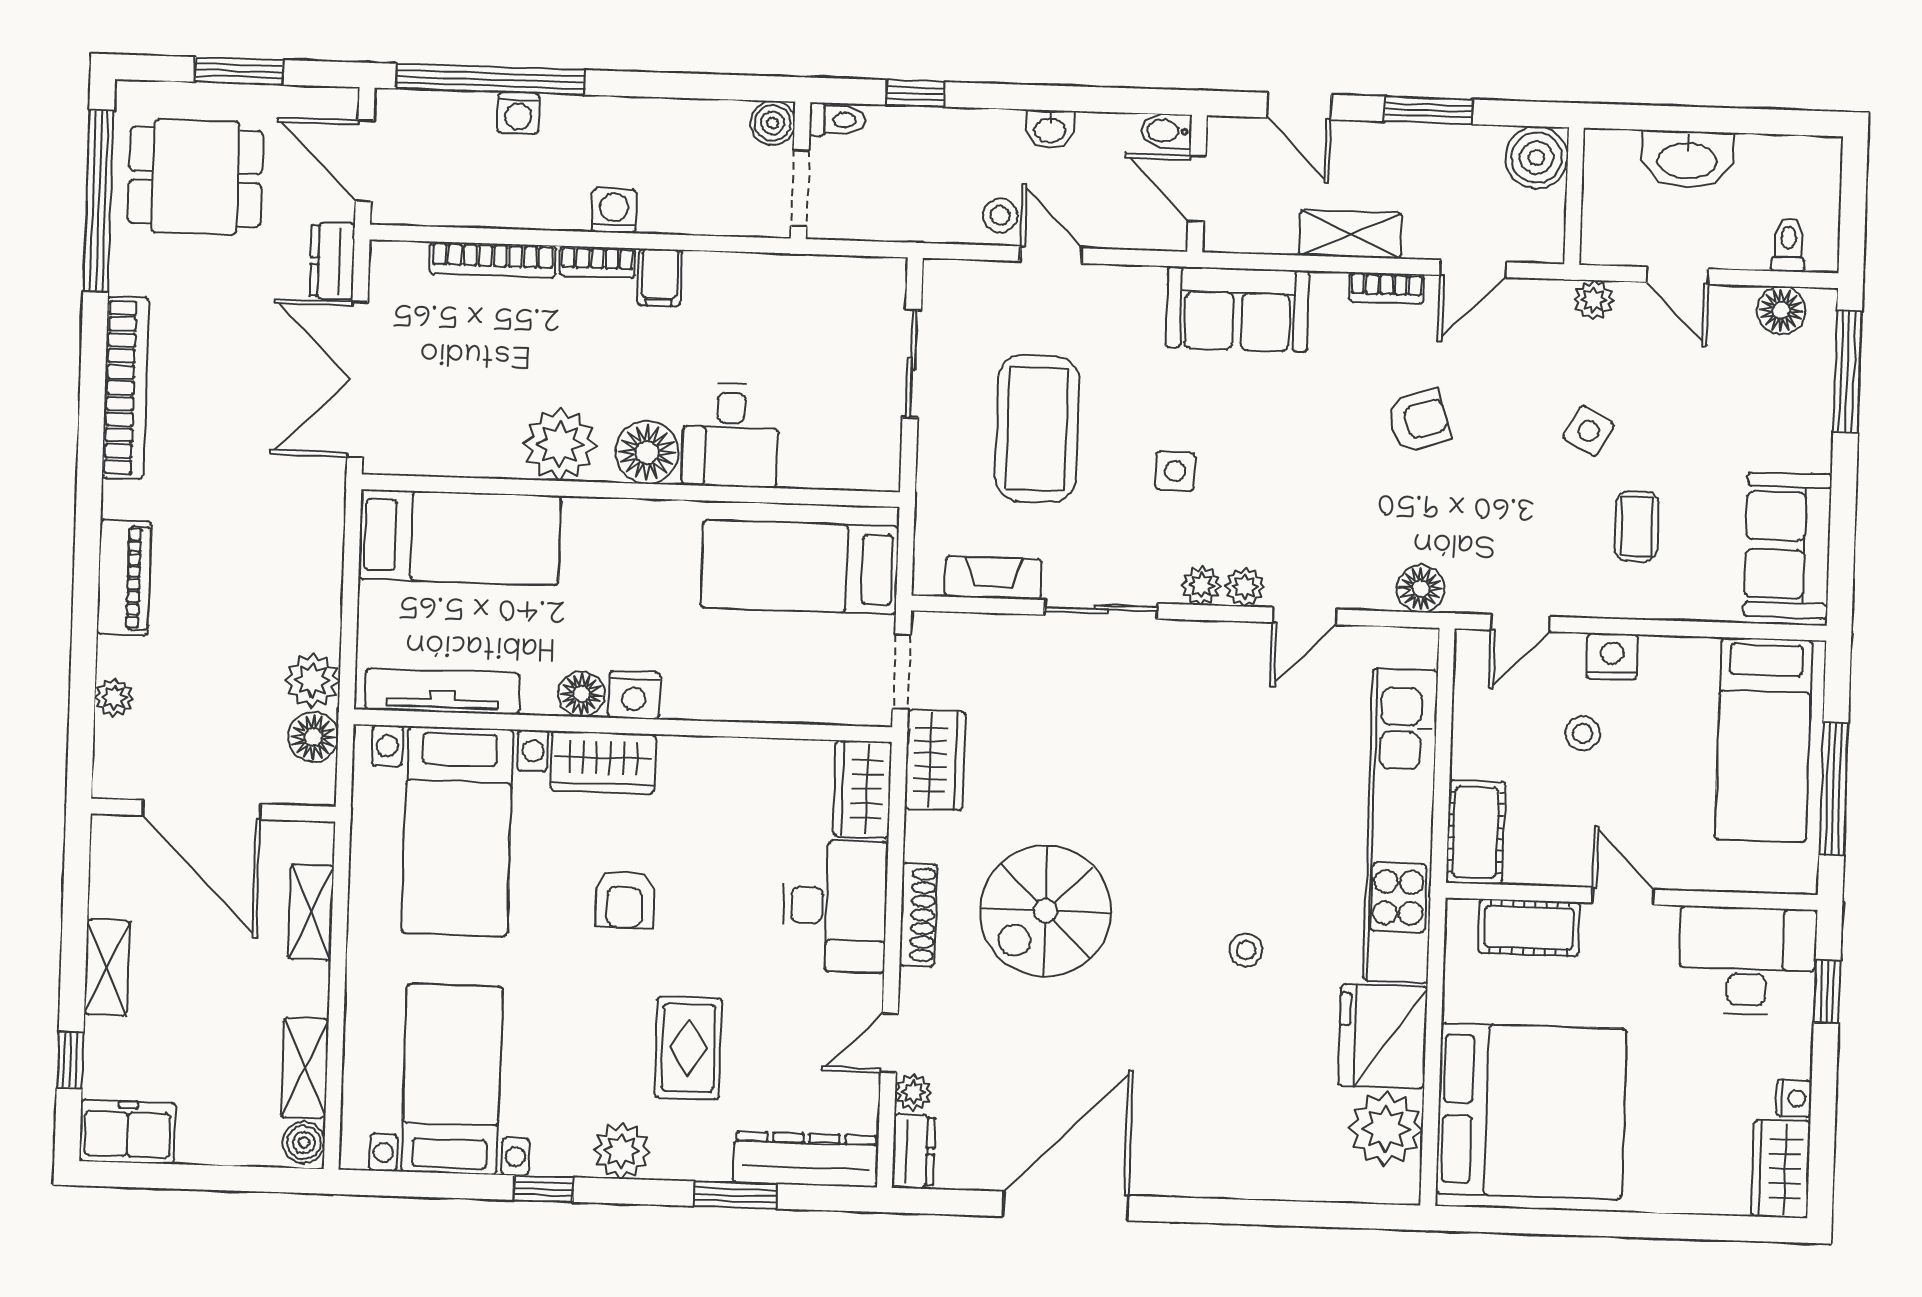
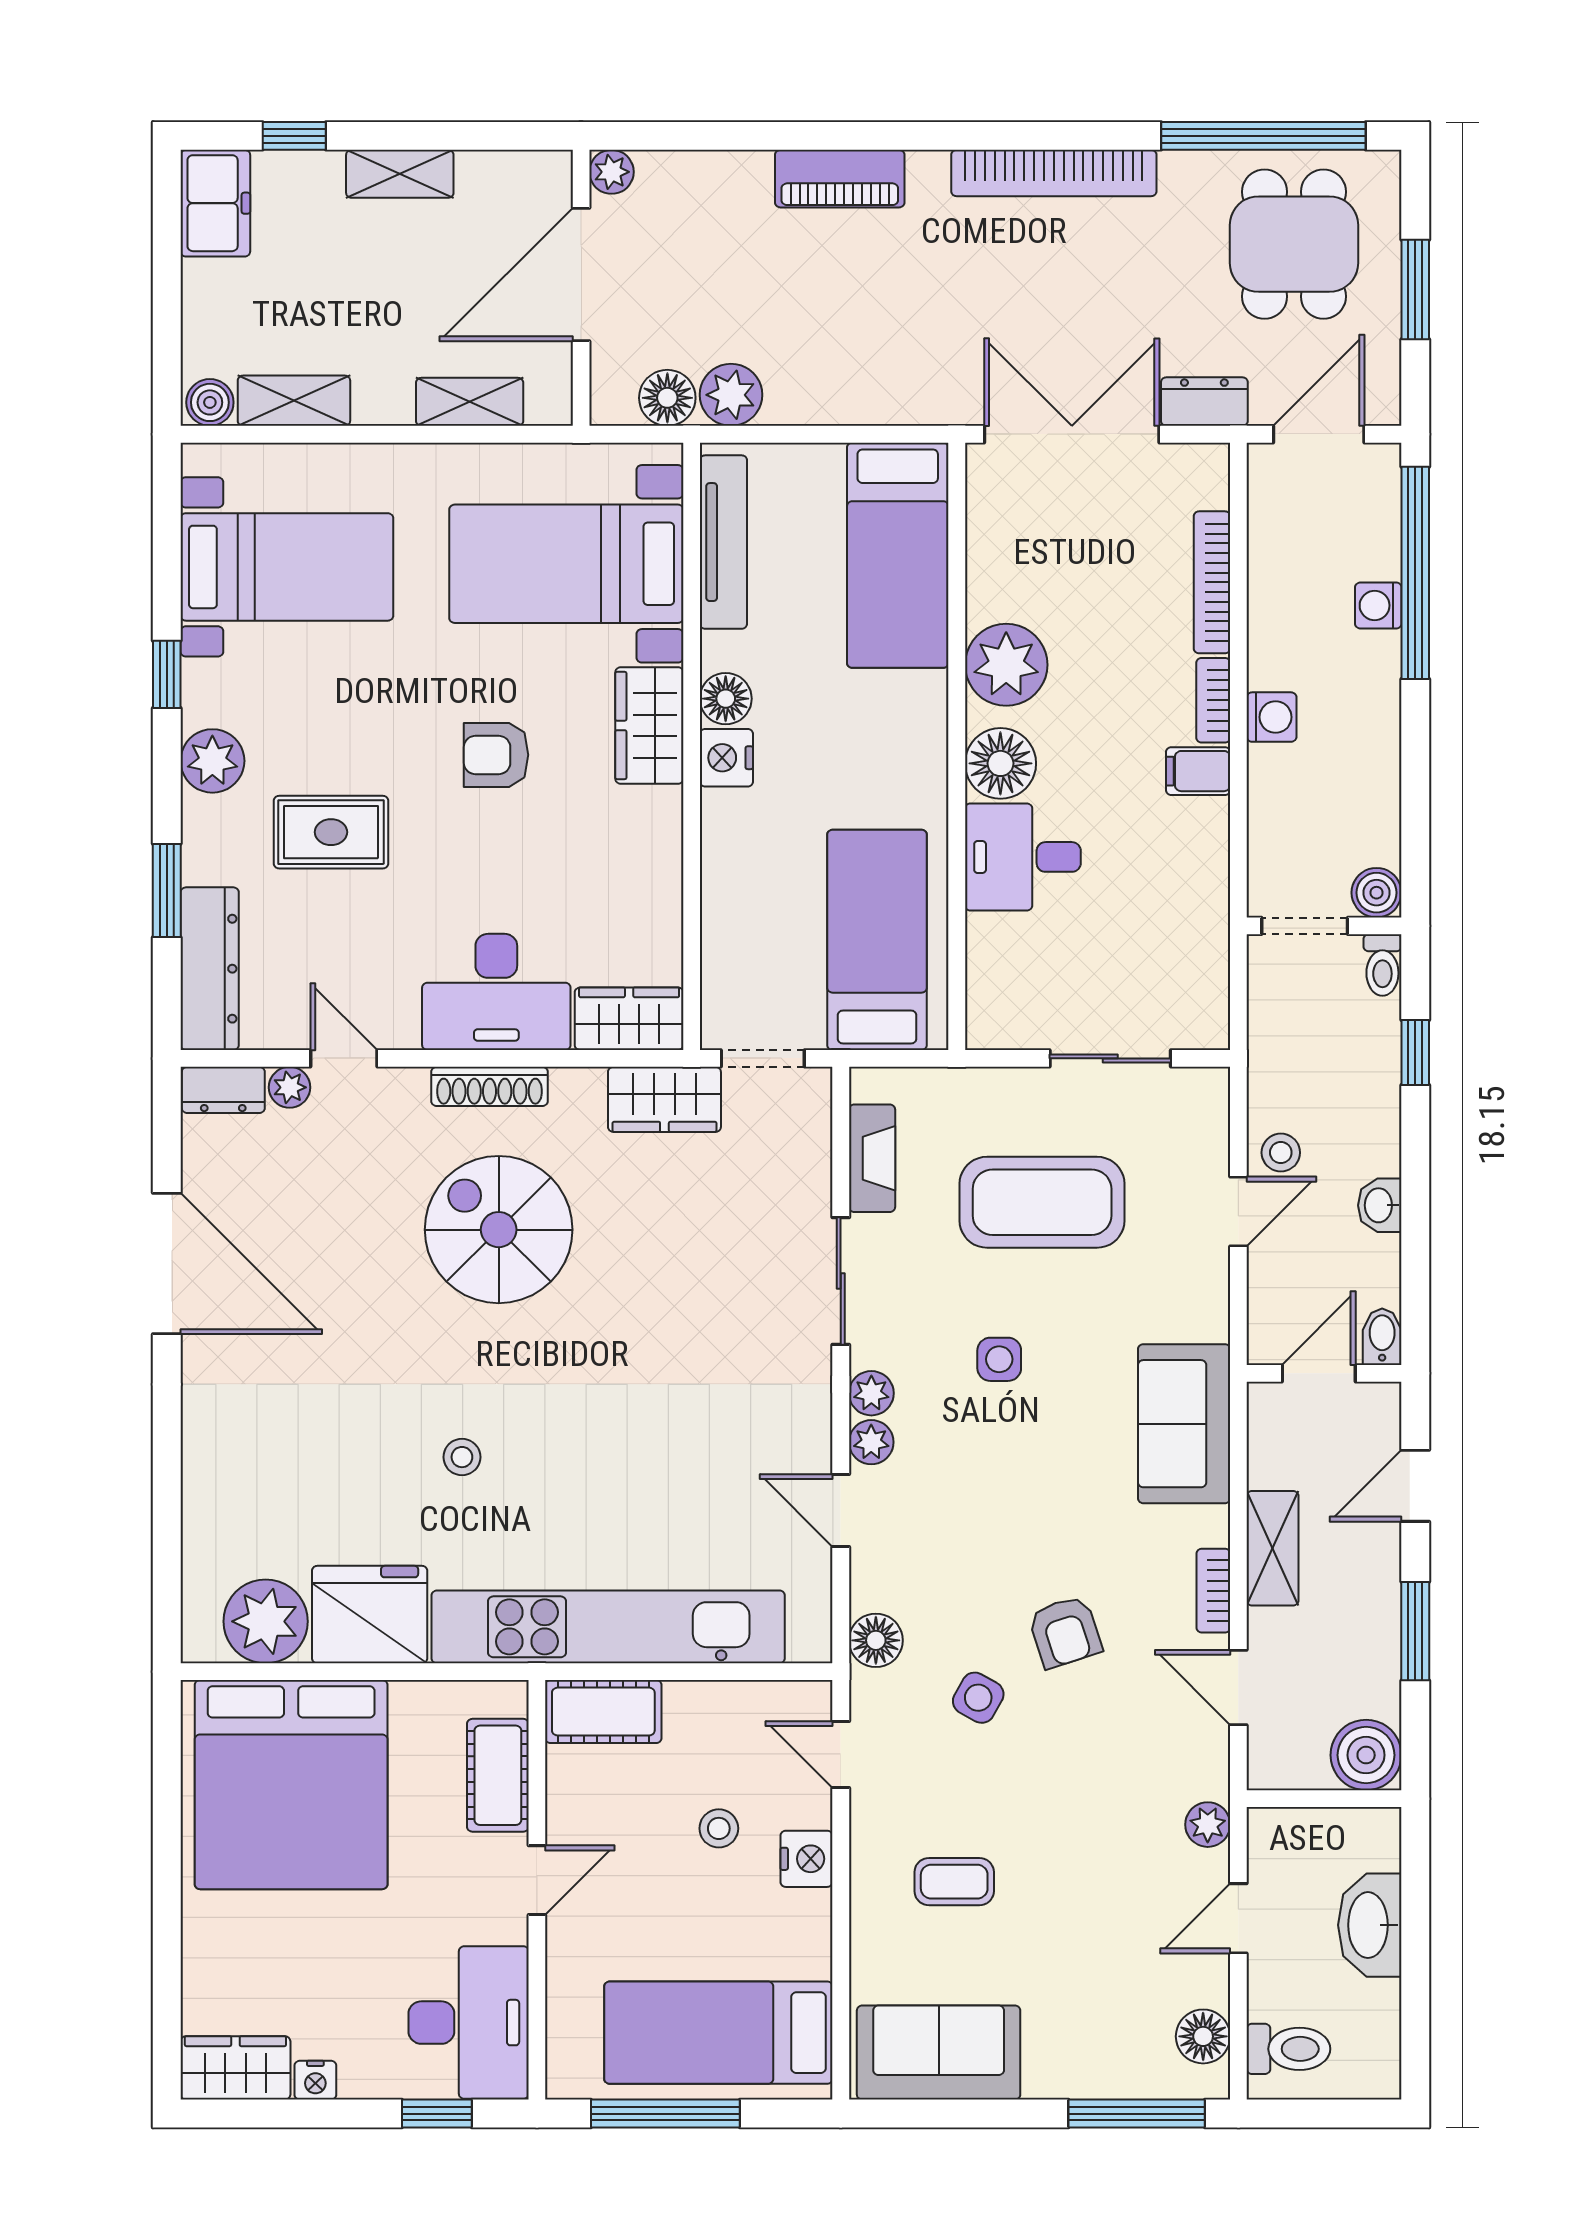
toilet: (1788, 245) -> (1288, 2049), width x1.37, depth x1.39
side table: (1589, 431) -> (978, 1698), moved
plant: (114, 698) -> (612, 172), moved

